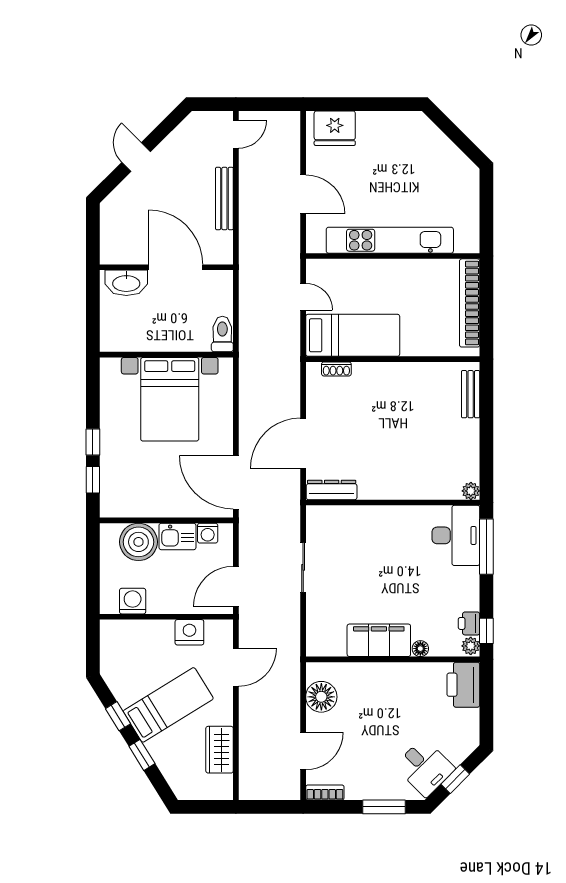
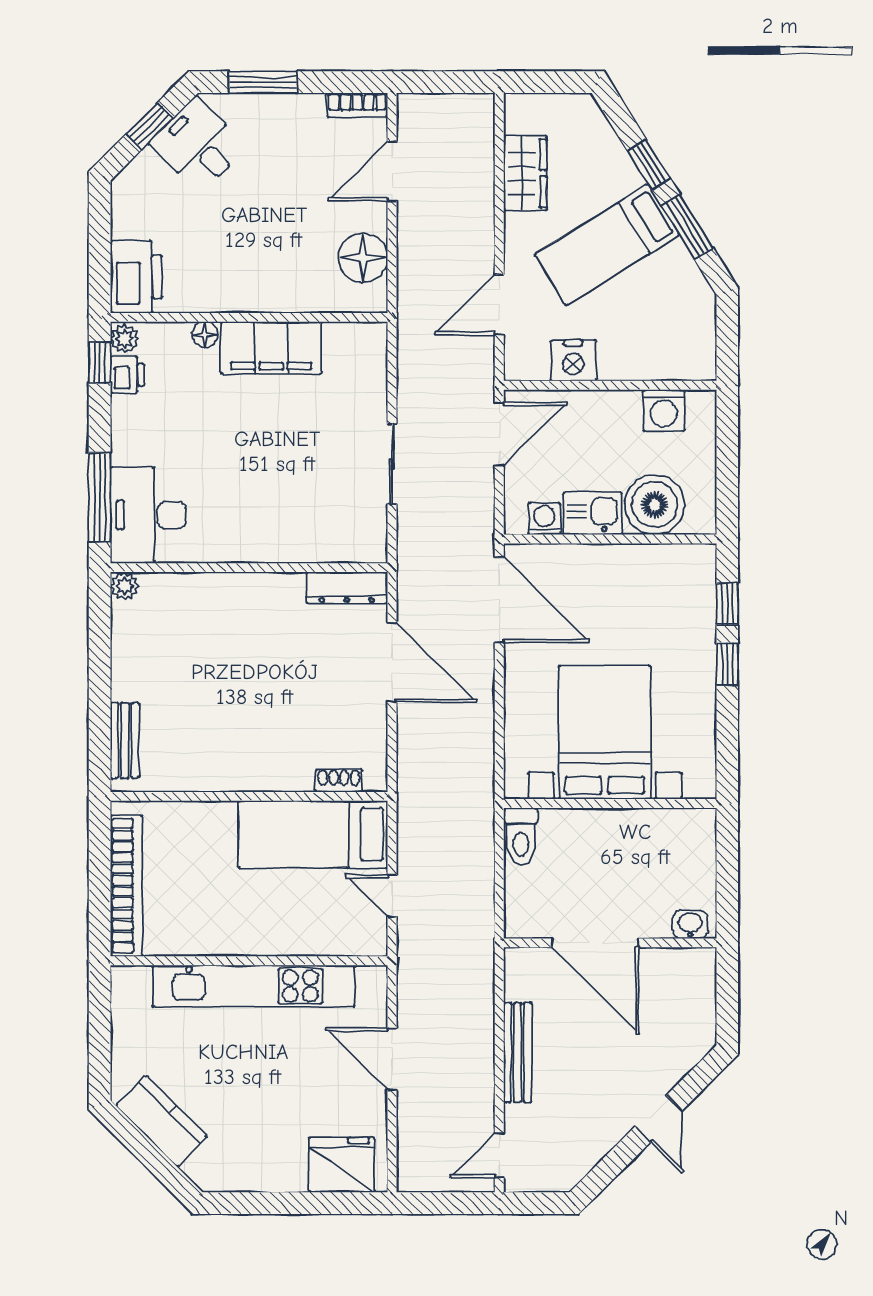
kitchen counter: (448, 156) -> (162, 1121), added
washbasin: (126, 283) -> (690, 924), width x0.52, depth x0.69
door: (303, 443) -> (392, 662), hinge flipped
window: (118, 716) -> (687, 227), width x1.50

